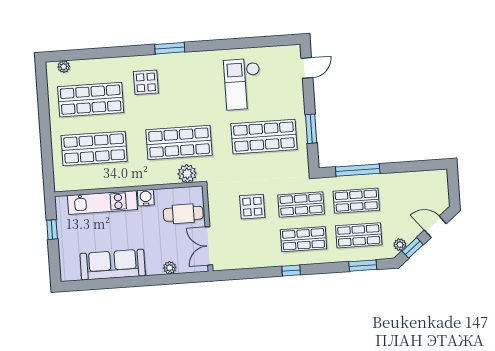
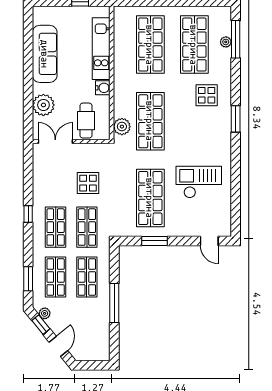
window: (82, 54) -> (236, 39), added
plant: (64, 67) -> (226, 42), moved
window: (358, 170) -> (114, 303), moved
plant: (170, 268) -> (43, 105), width x1.87, depth x1.87

